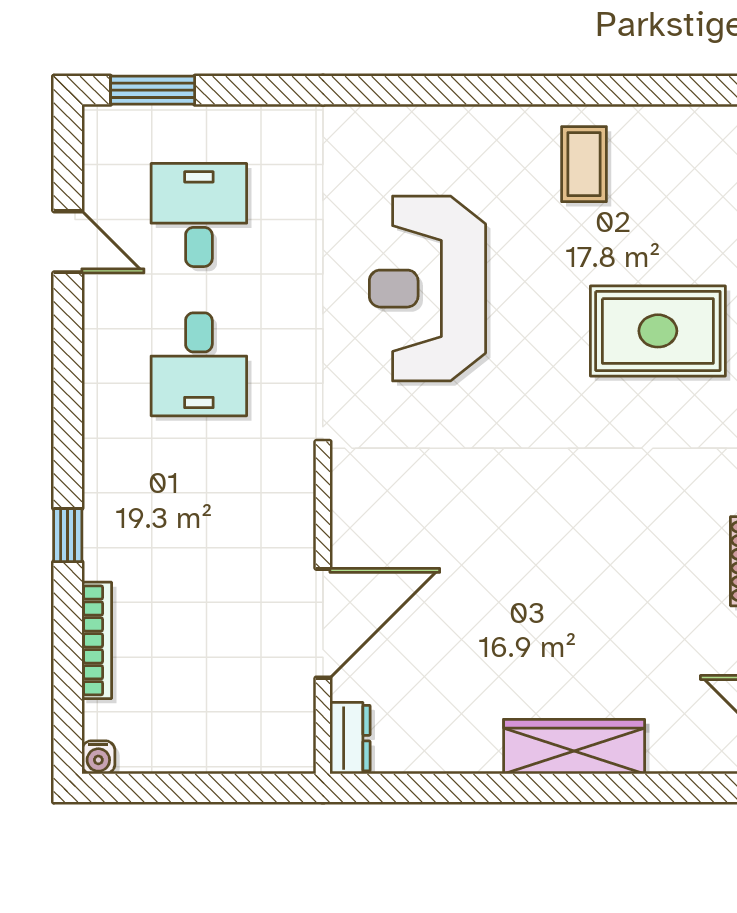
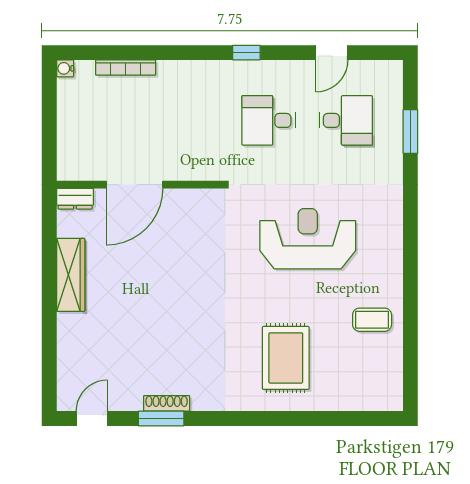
window: (153, 90) -> (410, 132), moved
window: (68, 535) -> (246, 53), moved
door: (323, 623) -> (135, 185), hinge flipped
wardrobe: (574, 747) -> (71, 275), moved

